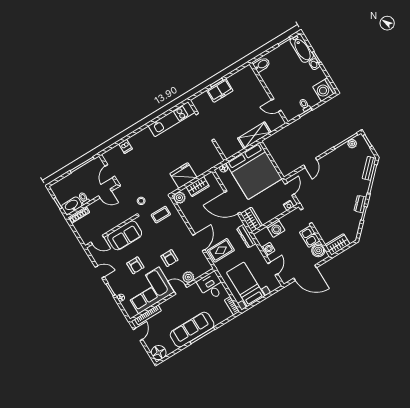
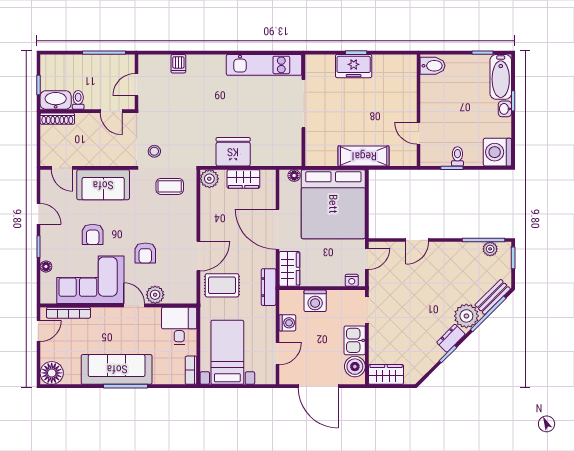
plant: (361, 187) -> (466, 316), added

